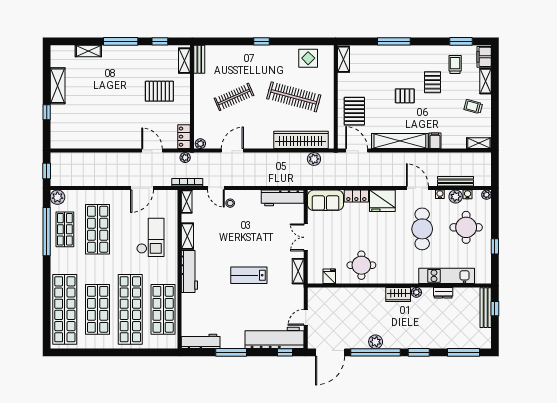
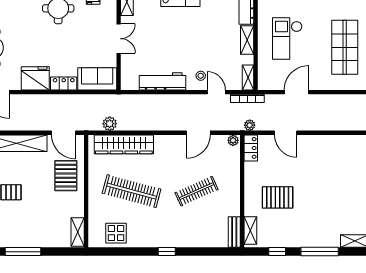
workbench: (283, 198) -> (163, 81), moved

